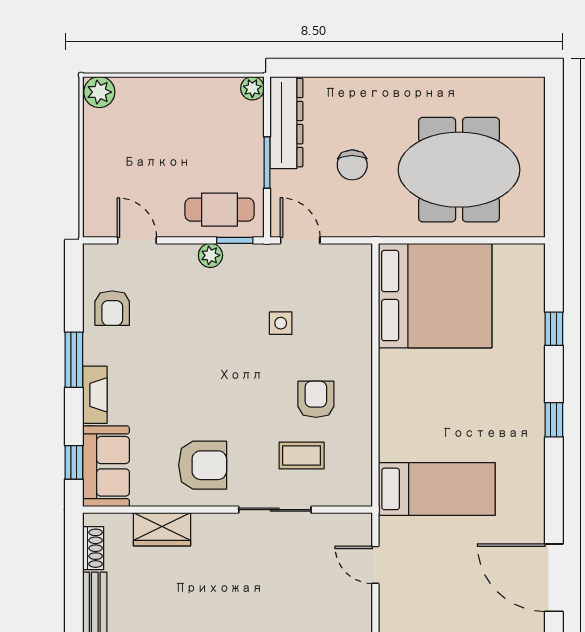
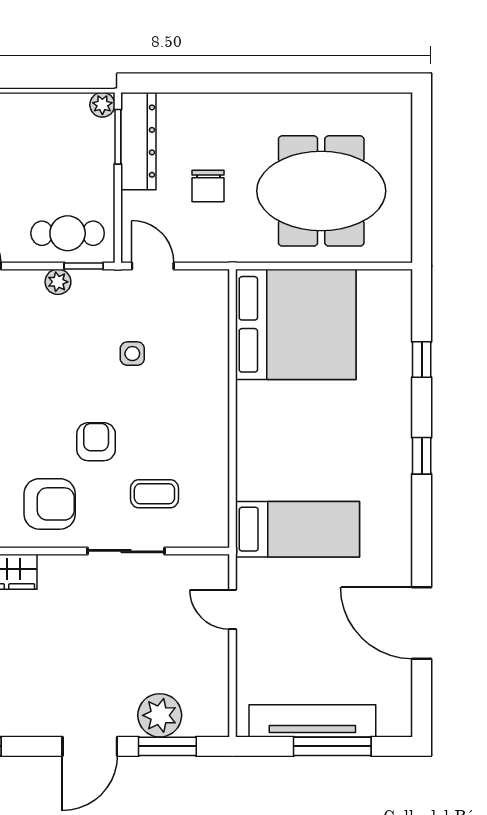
window: (267, 162) -> (118, 137), moved
armchair: (316, 399) -> (96, 442), moved

